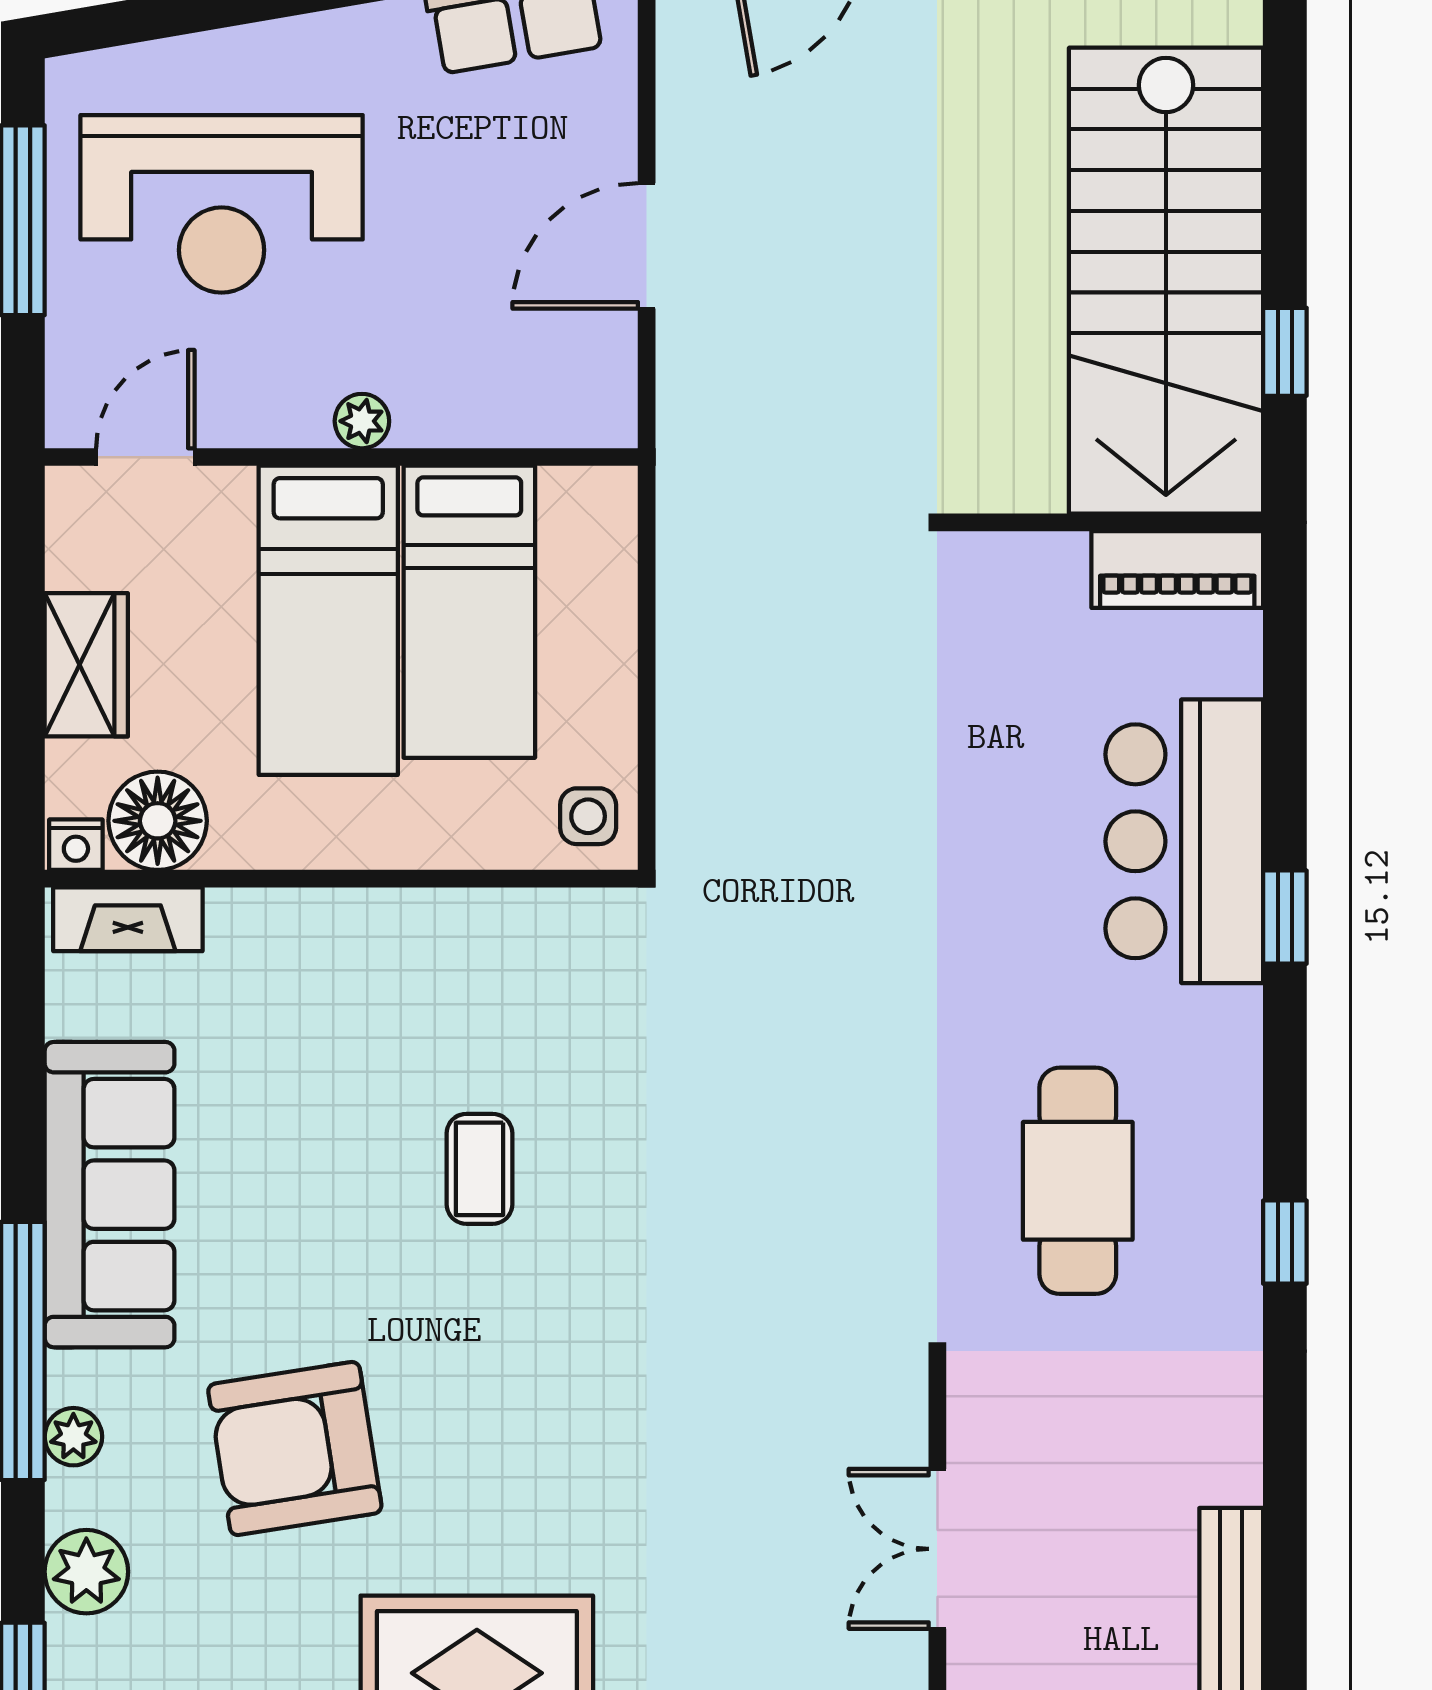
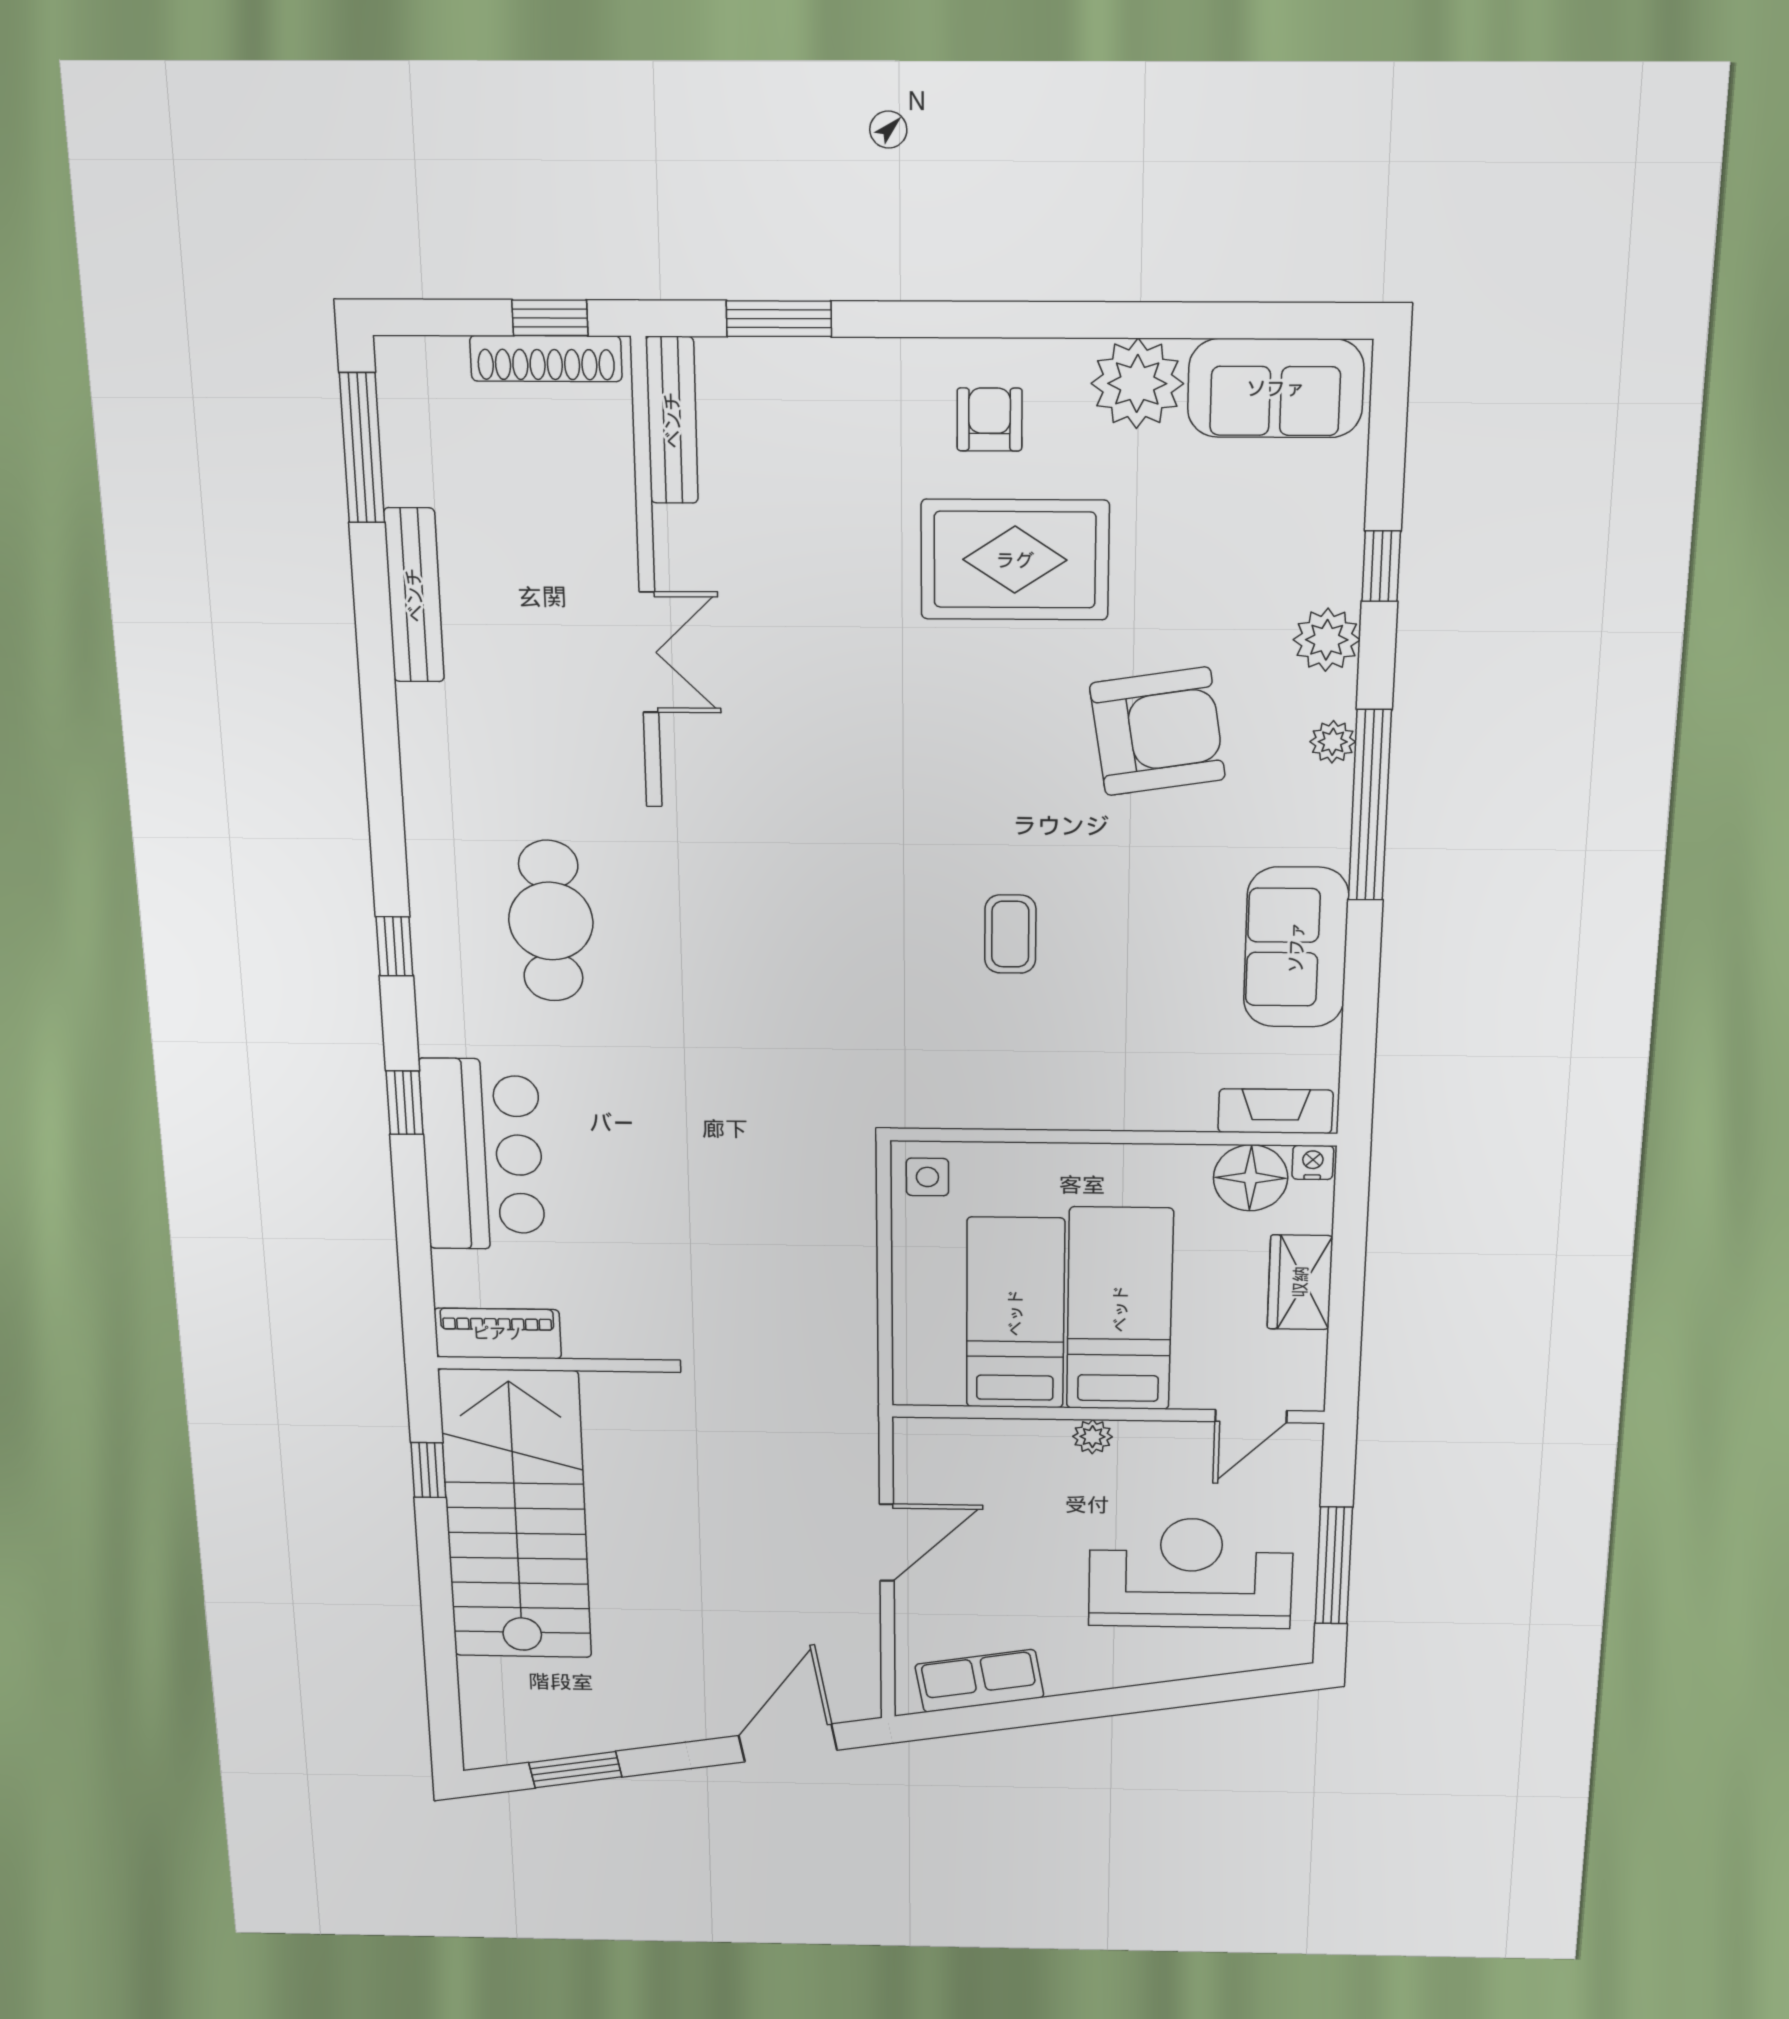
sofa: (110, 1195) -> (1296, 947), width x0.73
window: (1285, 1242) -> (394, 946), moved

